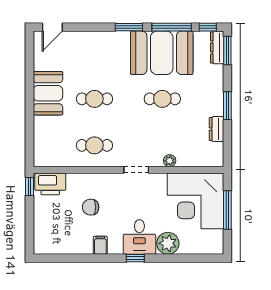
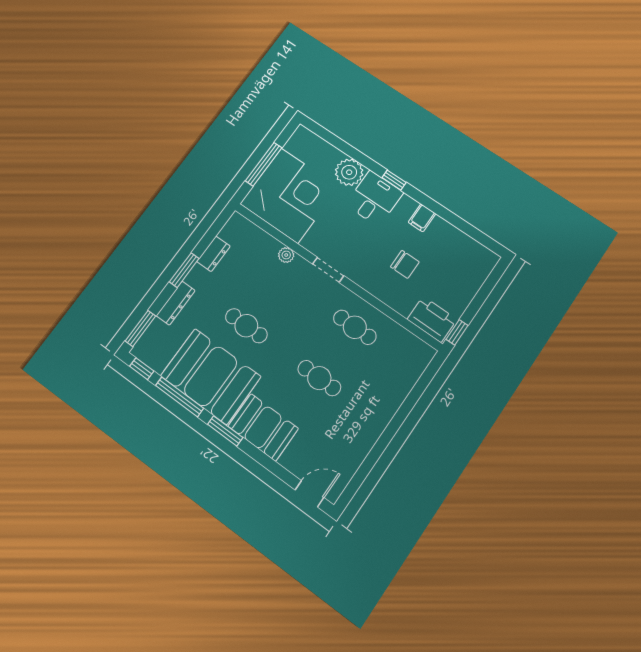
dresser: (217, 47) -> (176, 303), moved
booth: (48, 93) -> (263, 427), moved, turned 90

